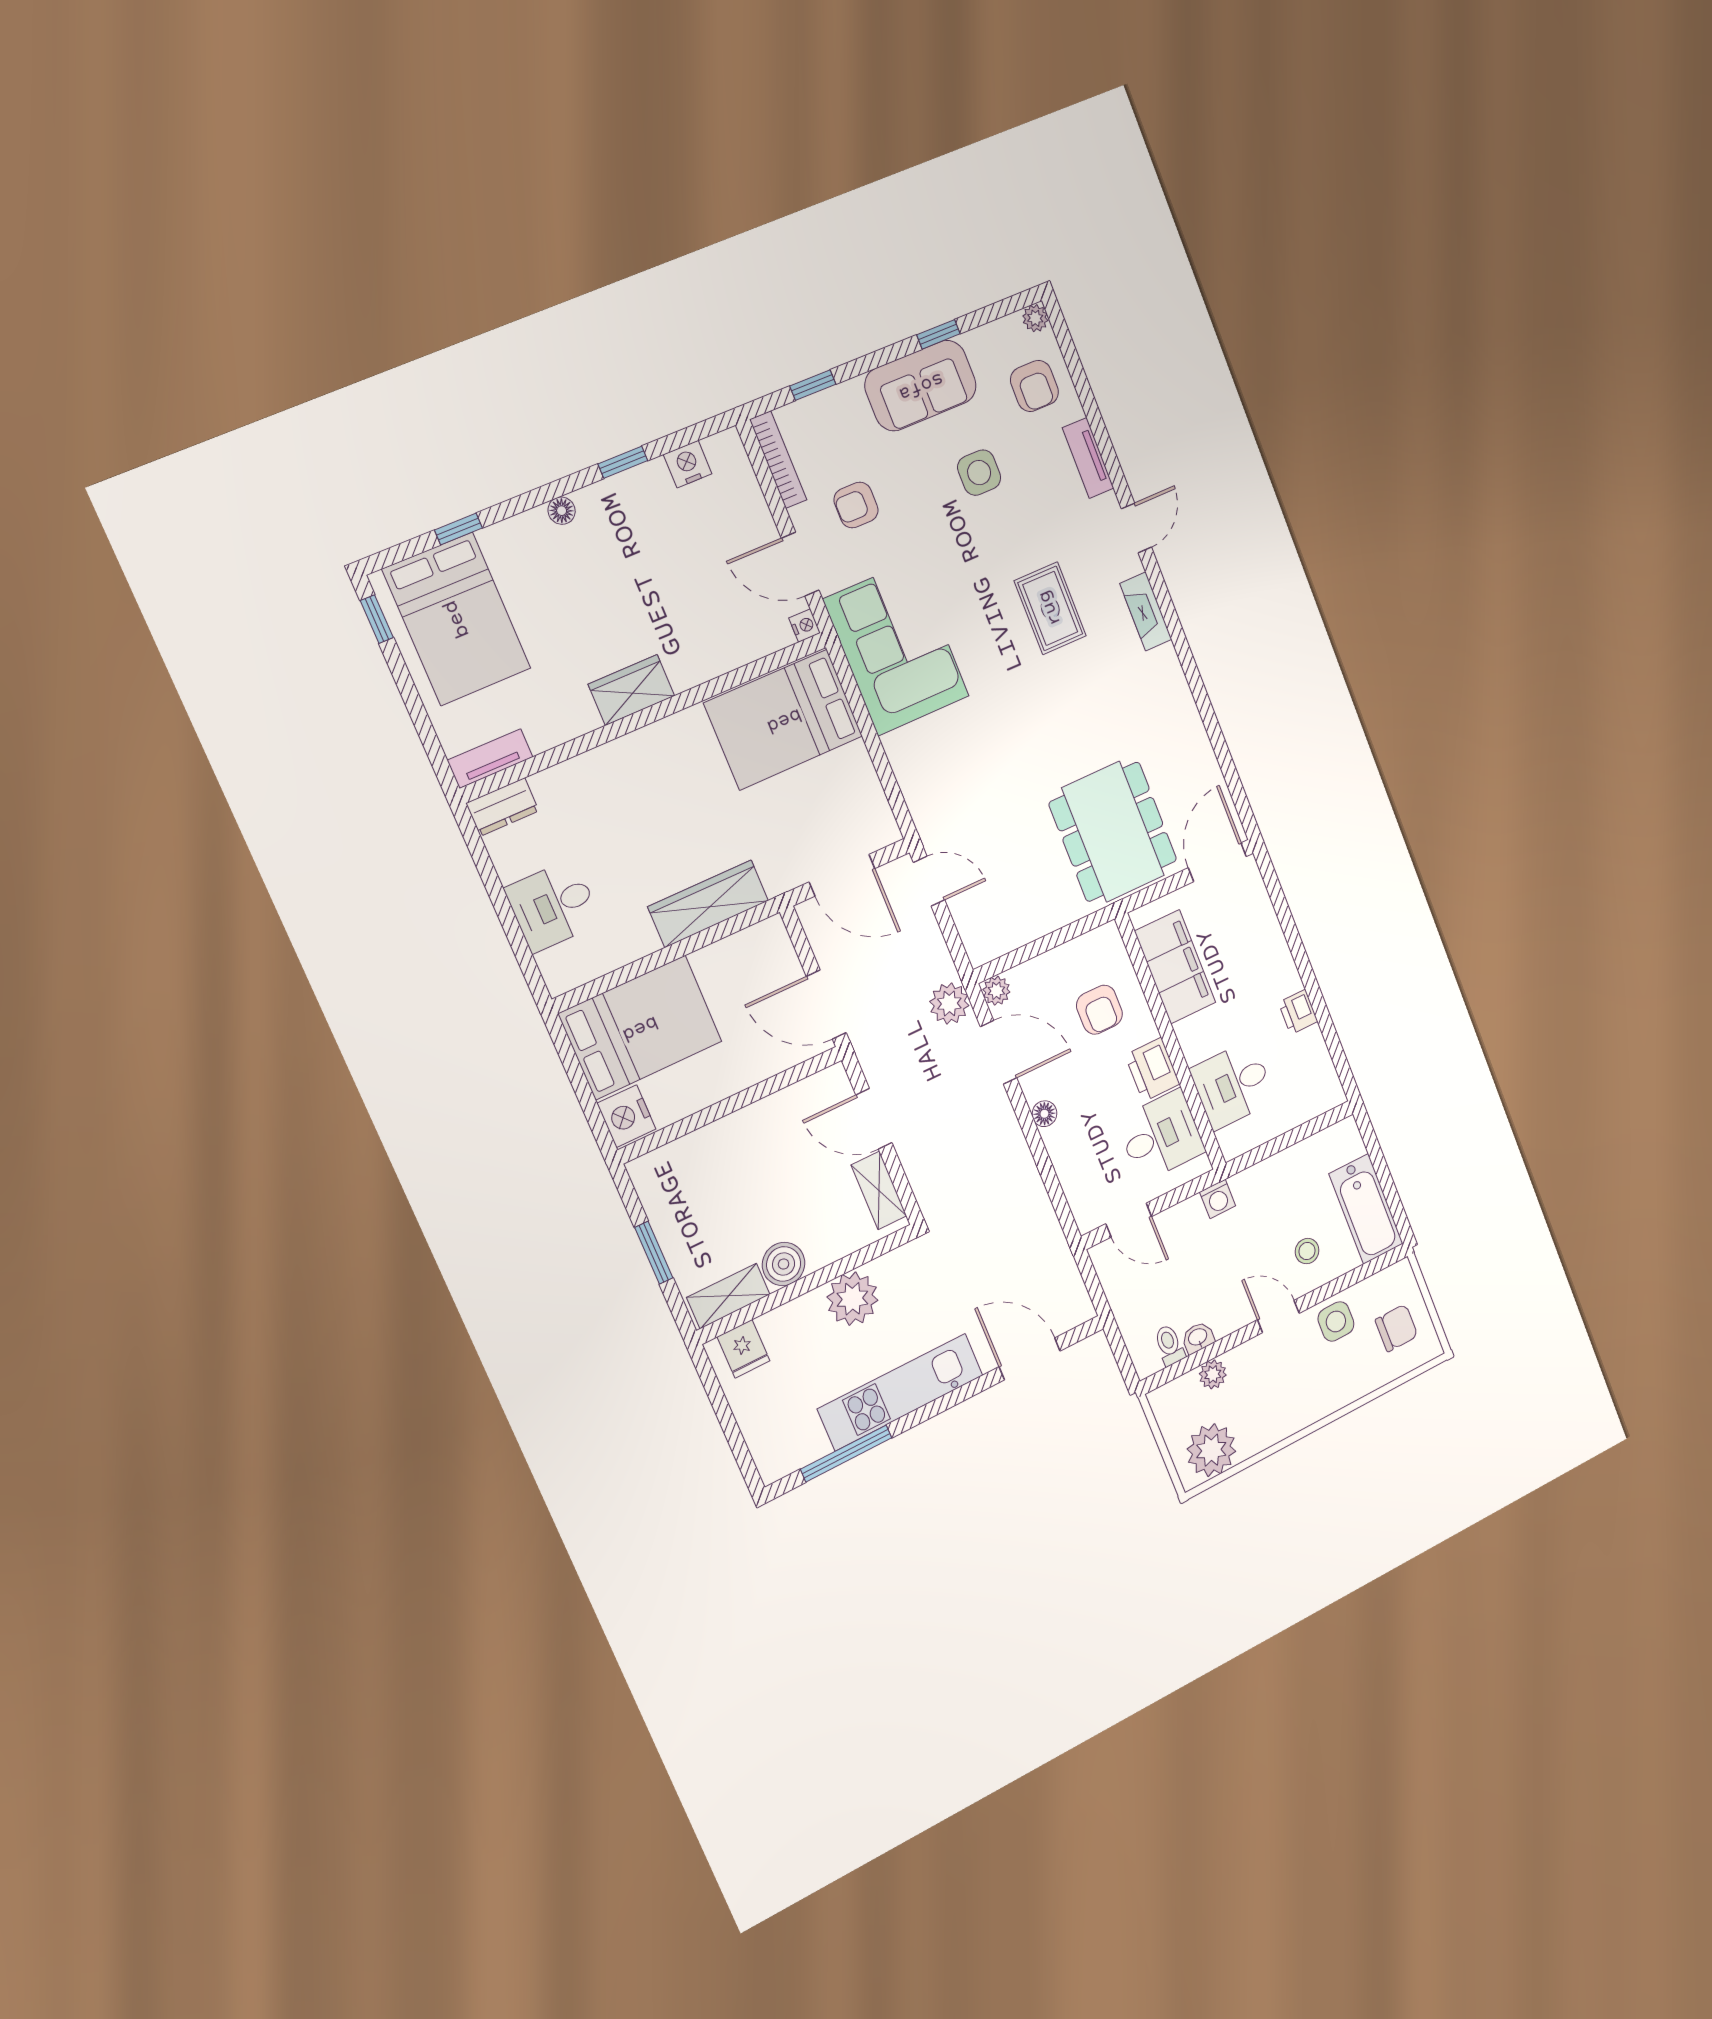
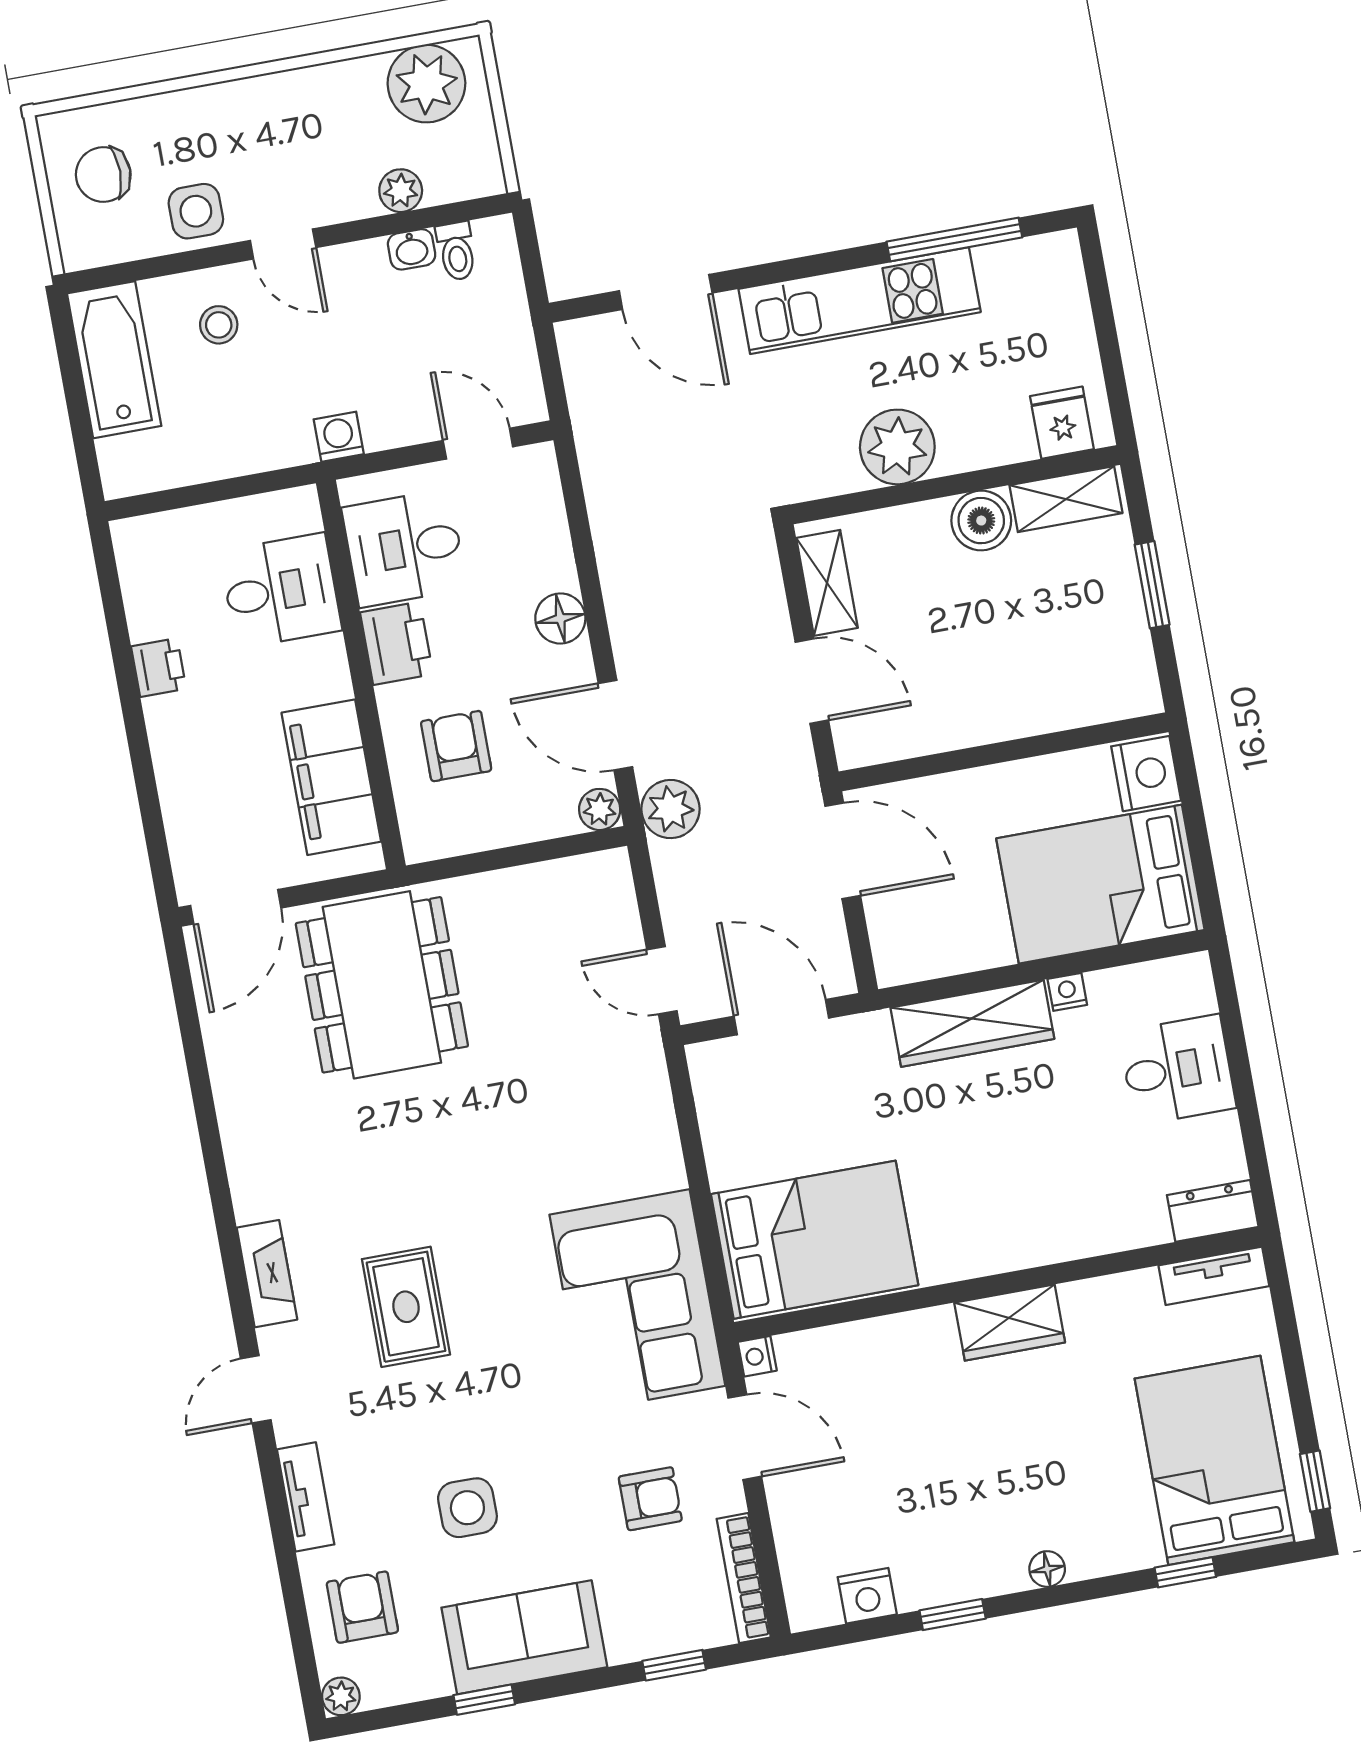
nightstand: (646, 943) -> (1067, 992), added
floor lamp: (1044, 1114) -> (560, 618), width x1.37, depth x1.37

